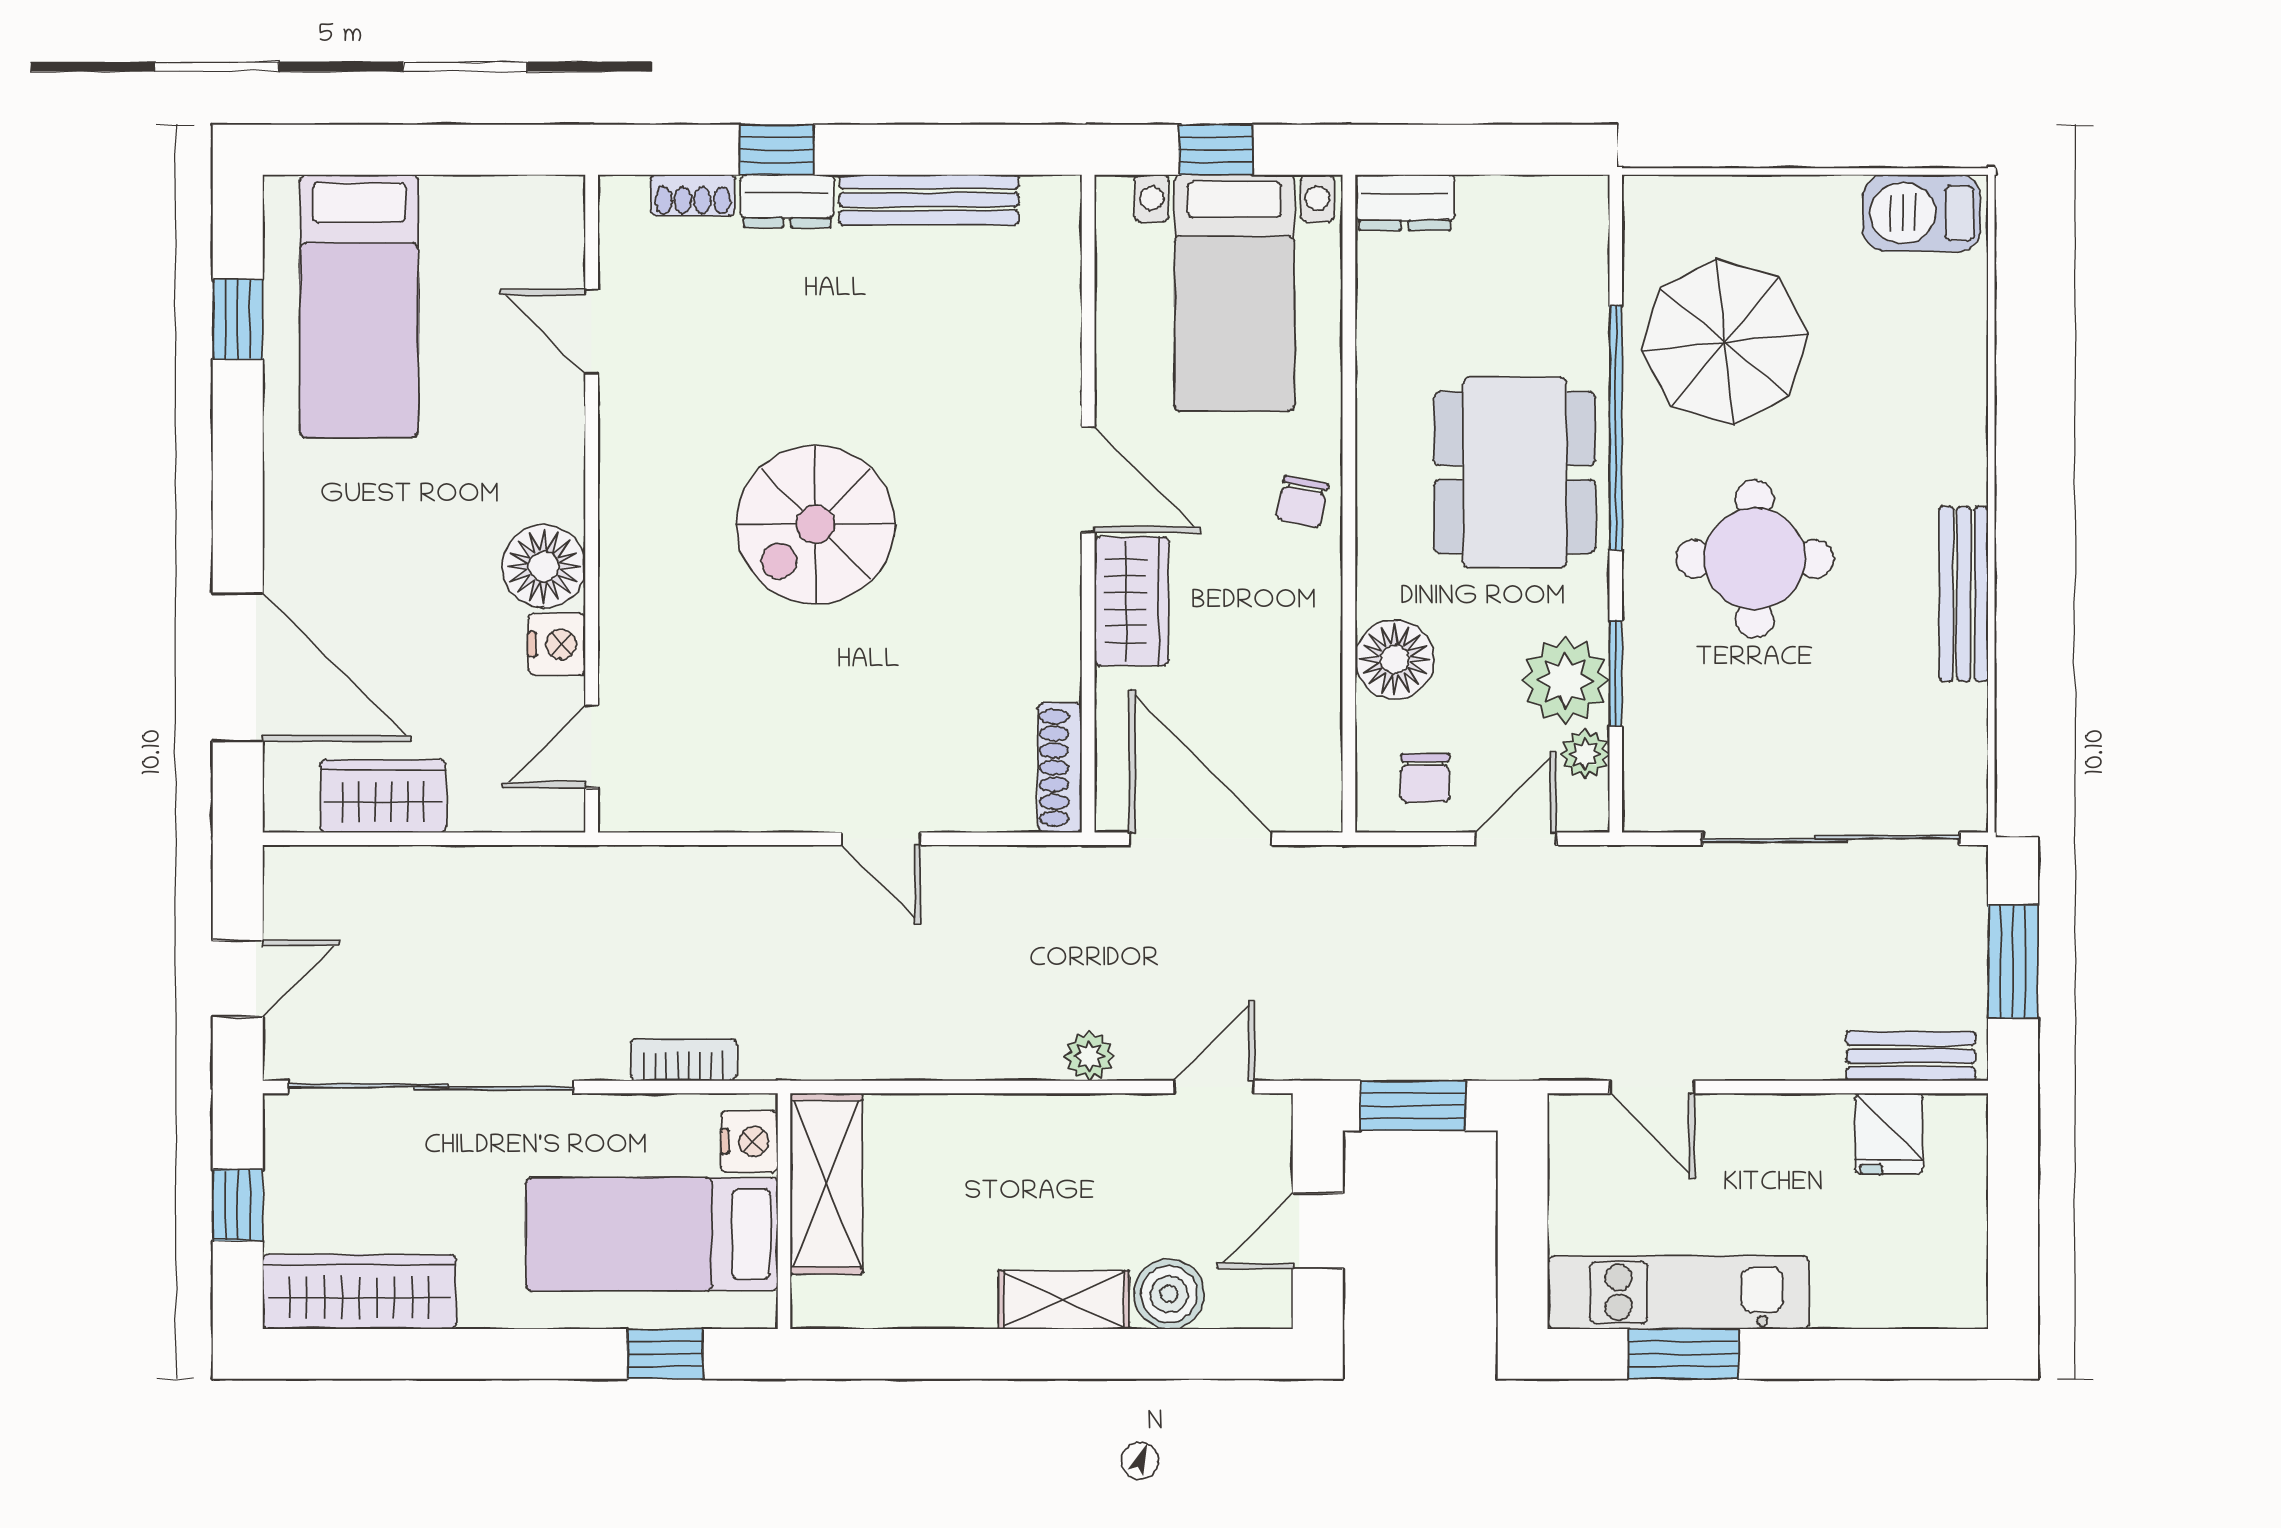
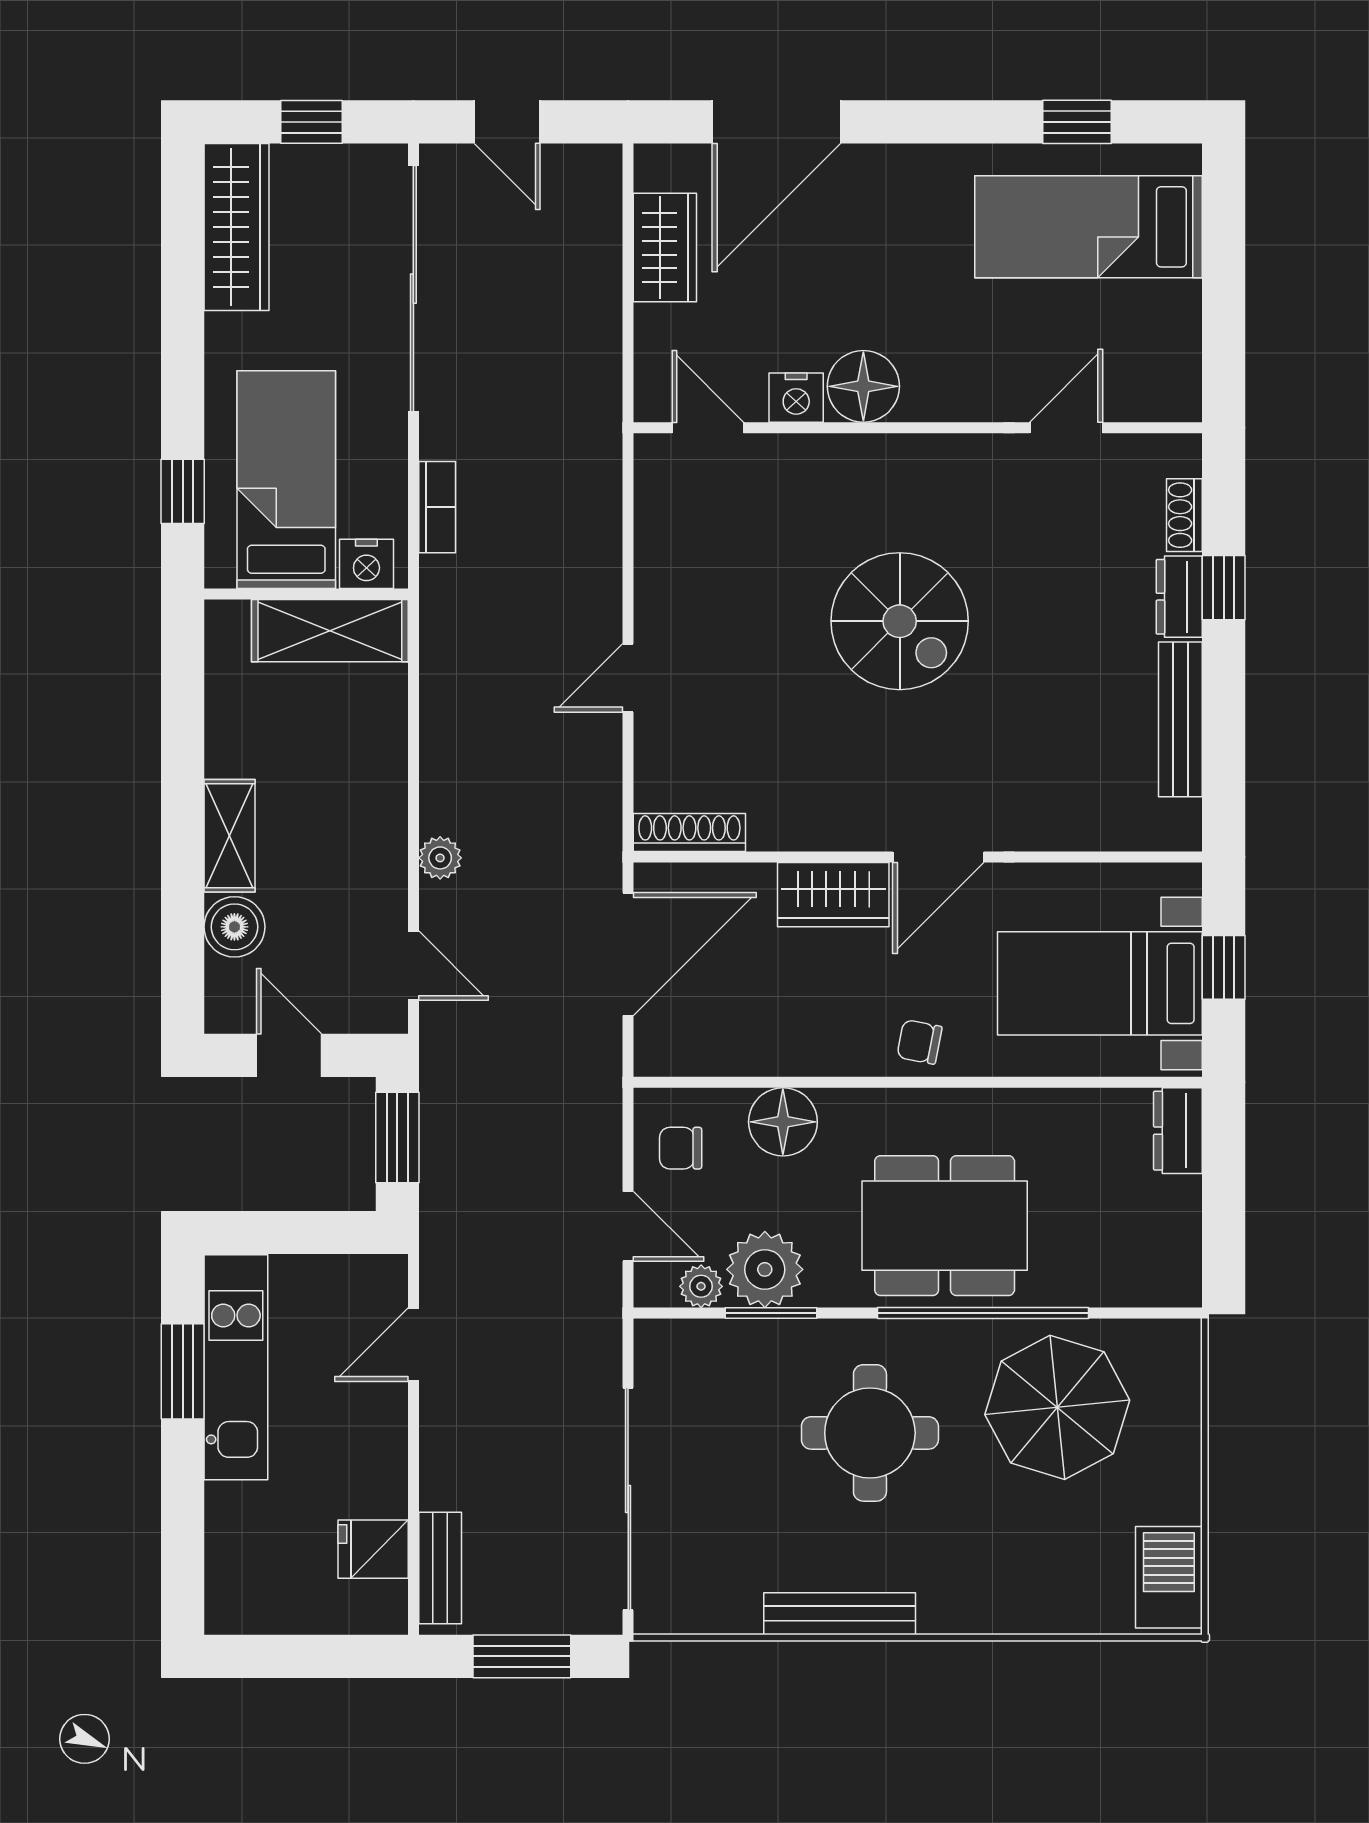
spiral stairs: (815, 524) -> (900, 621), turned 180

